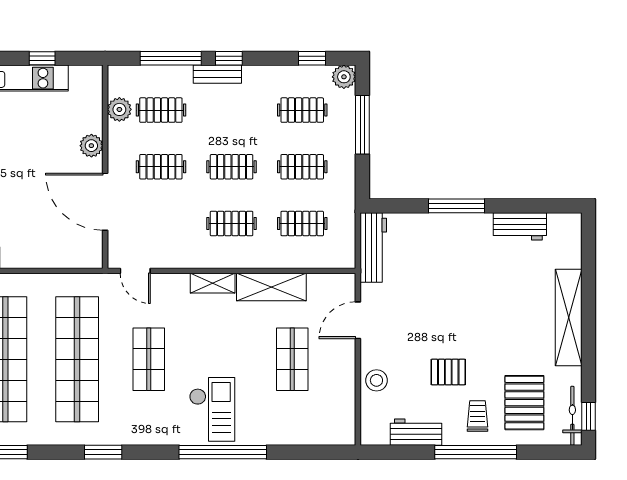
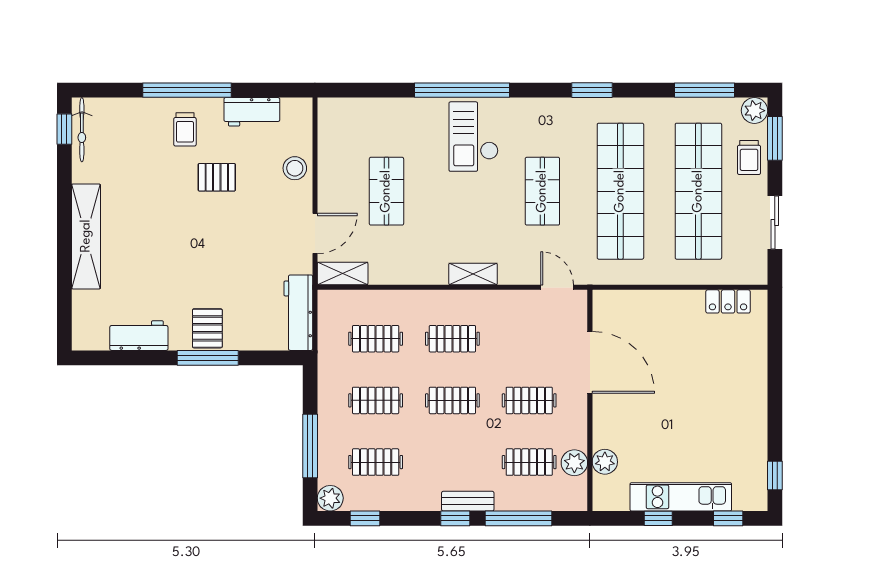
plant: (91, 146) -> (605, 462), moved
shelving: (271, 287) -> (343, 273), moved, width x0.67, depth x0.75
pallet: (524, 403) -> (207, 328), moved, width x0.67, depth x0.71

